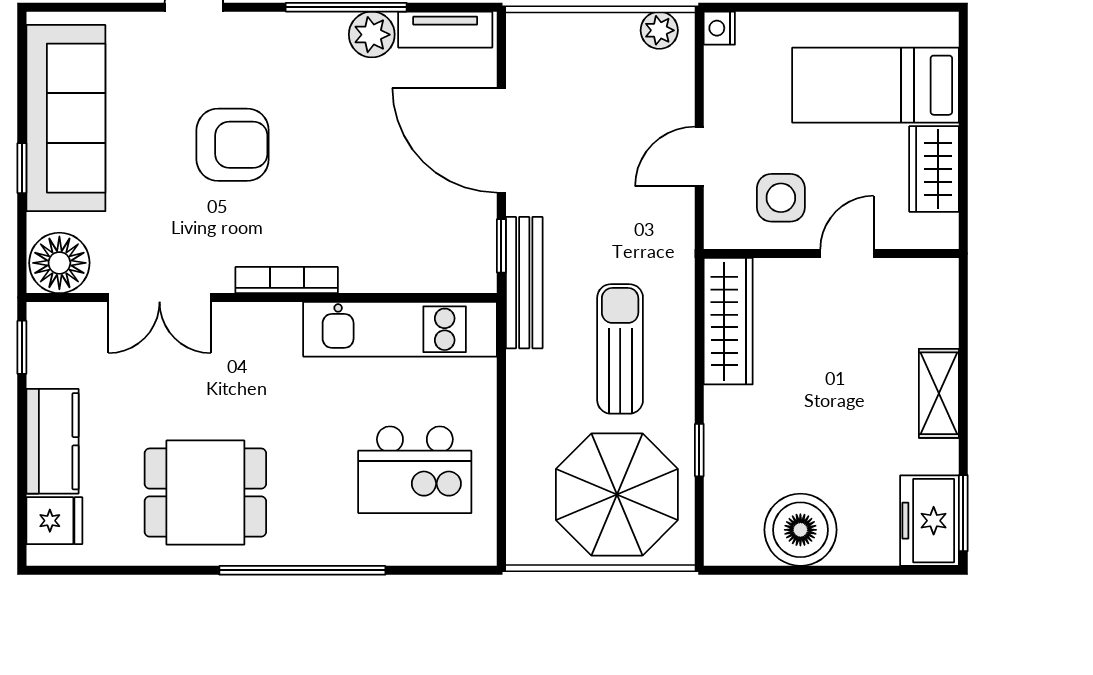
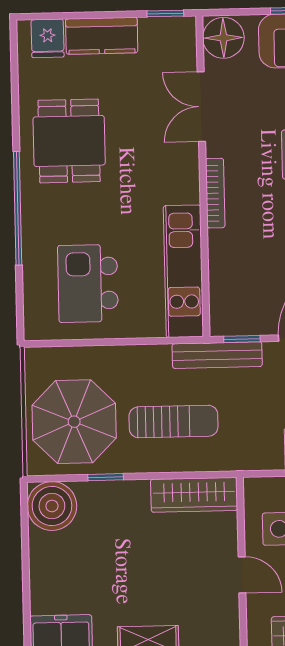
boiler: (800, 530) -> (52, 506), moved

